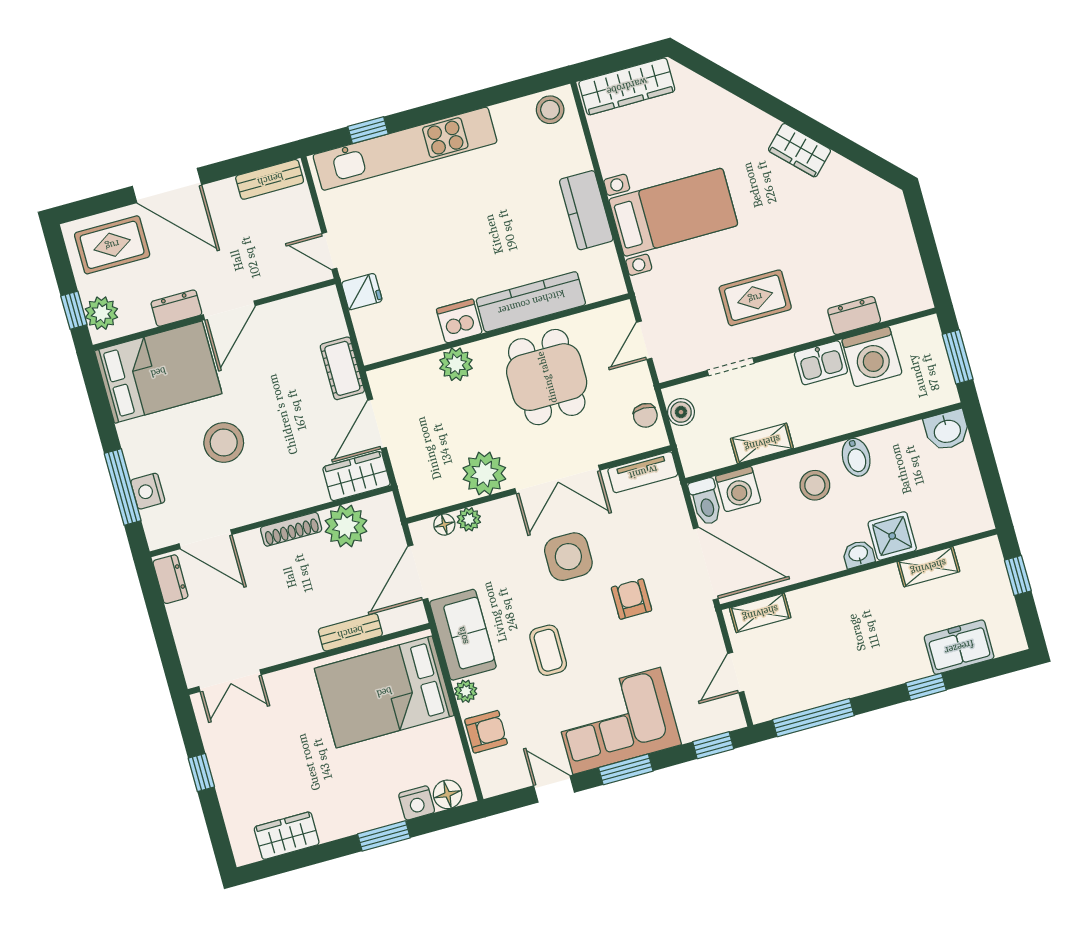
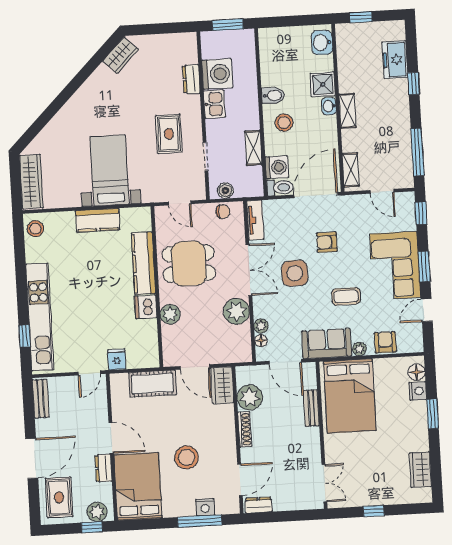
wardrobe: (800, 150) -> (121, 55), moved
cot: (342, 368) -> (152, 384), width x1.37, depth x1.34
washbasin: (947, 430) -> (322, 42), moved, turned 180
shelving: (928, 567) -> (347, 111), moved

